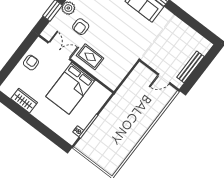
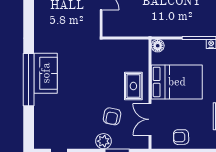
armchair: (81, 27) -> (112, 116), turned 101
floor lamp: (105, 94) -> (158, 46), added

